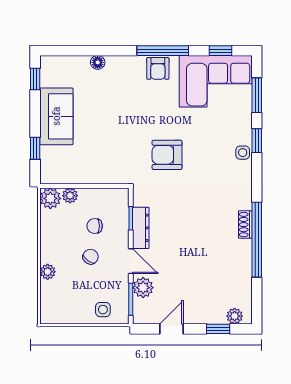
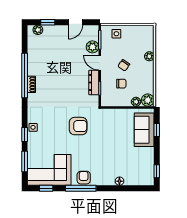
sofa: (56, 116) -> (144, 130), moved

